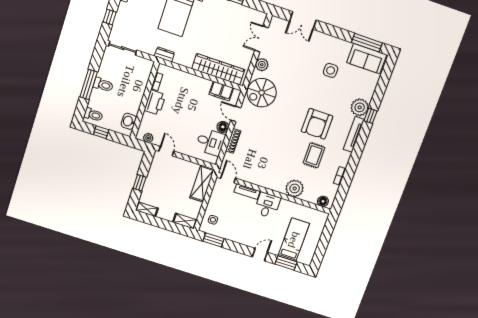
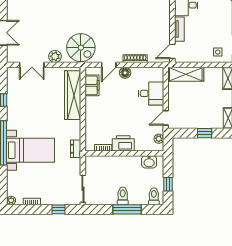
desk: (210, 142) -> (151, 93), moved, turned 90

